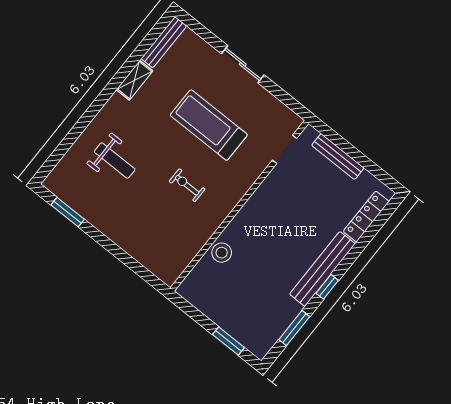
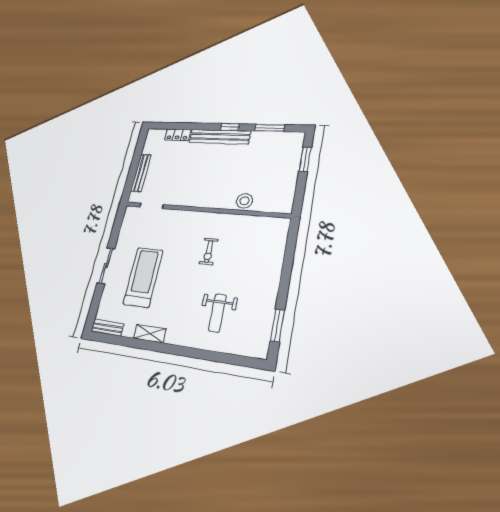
bench: (164, 42) -> (107, 328), width x0.73
treadmill: (209, 125) -> (143, 277), moved, turned 180
weight bench: (115, 161) -> (217, 313), turned 180
locker: (366, 217) -> (178, 135), width x0.66

